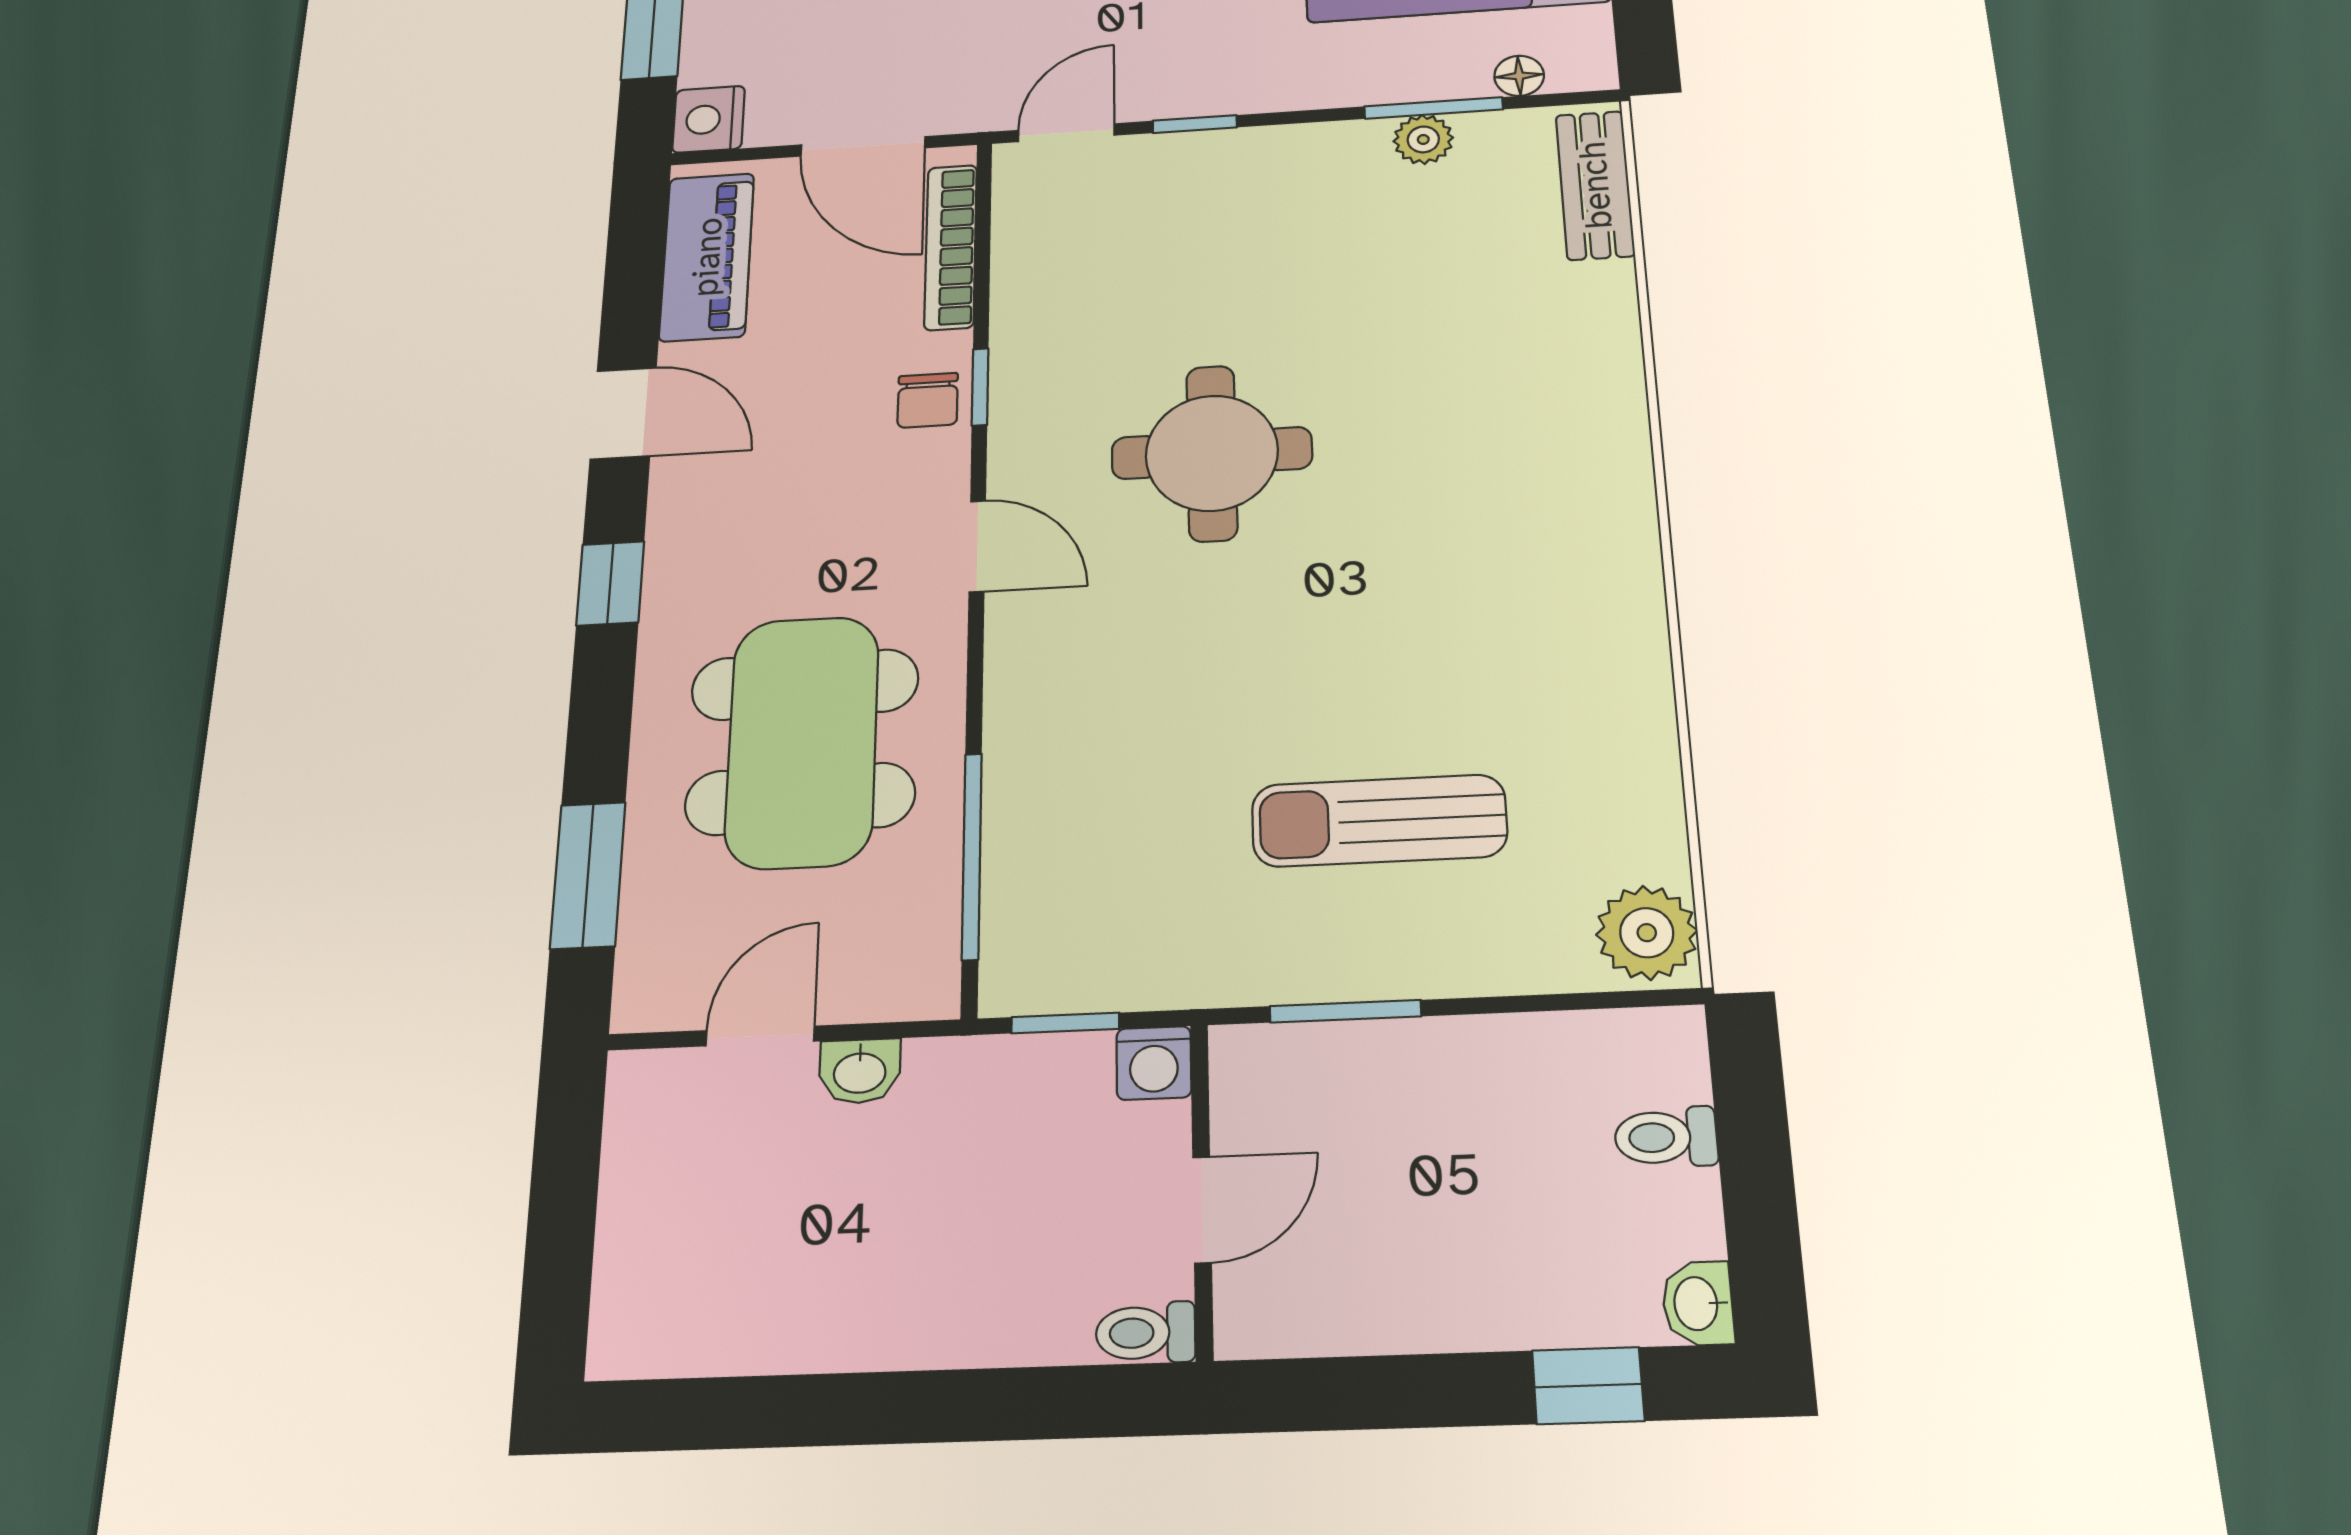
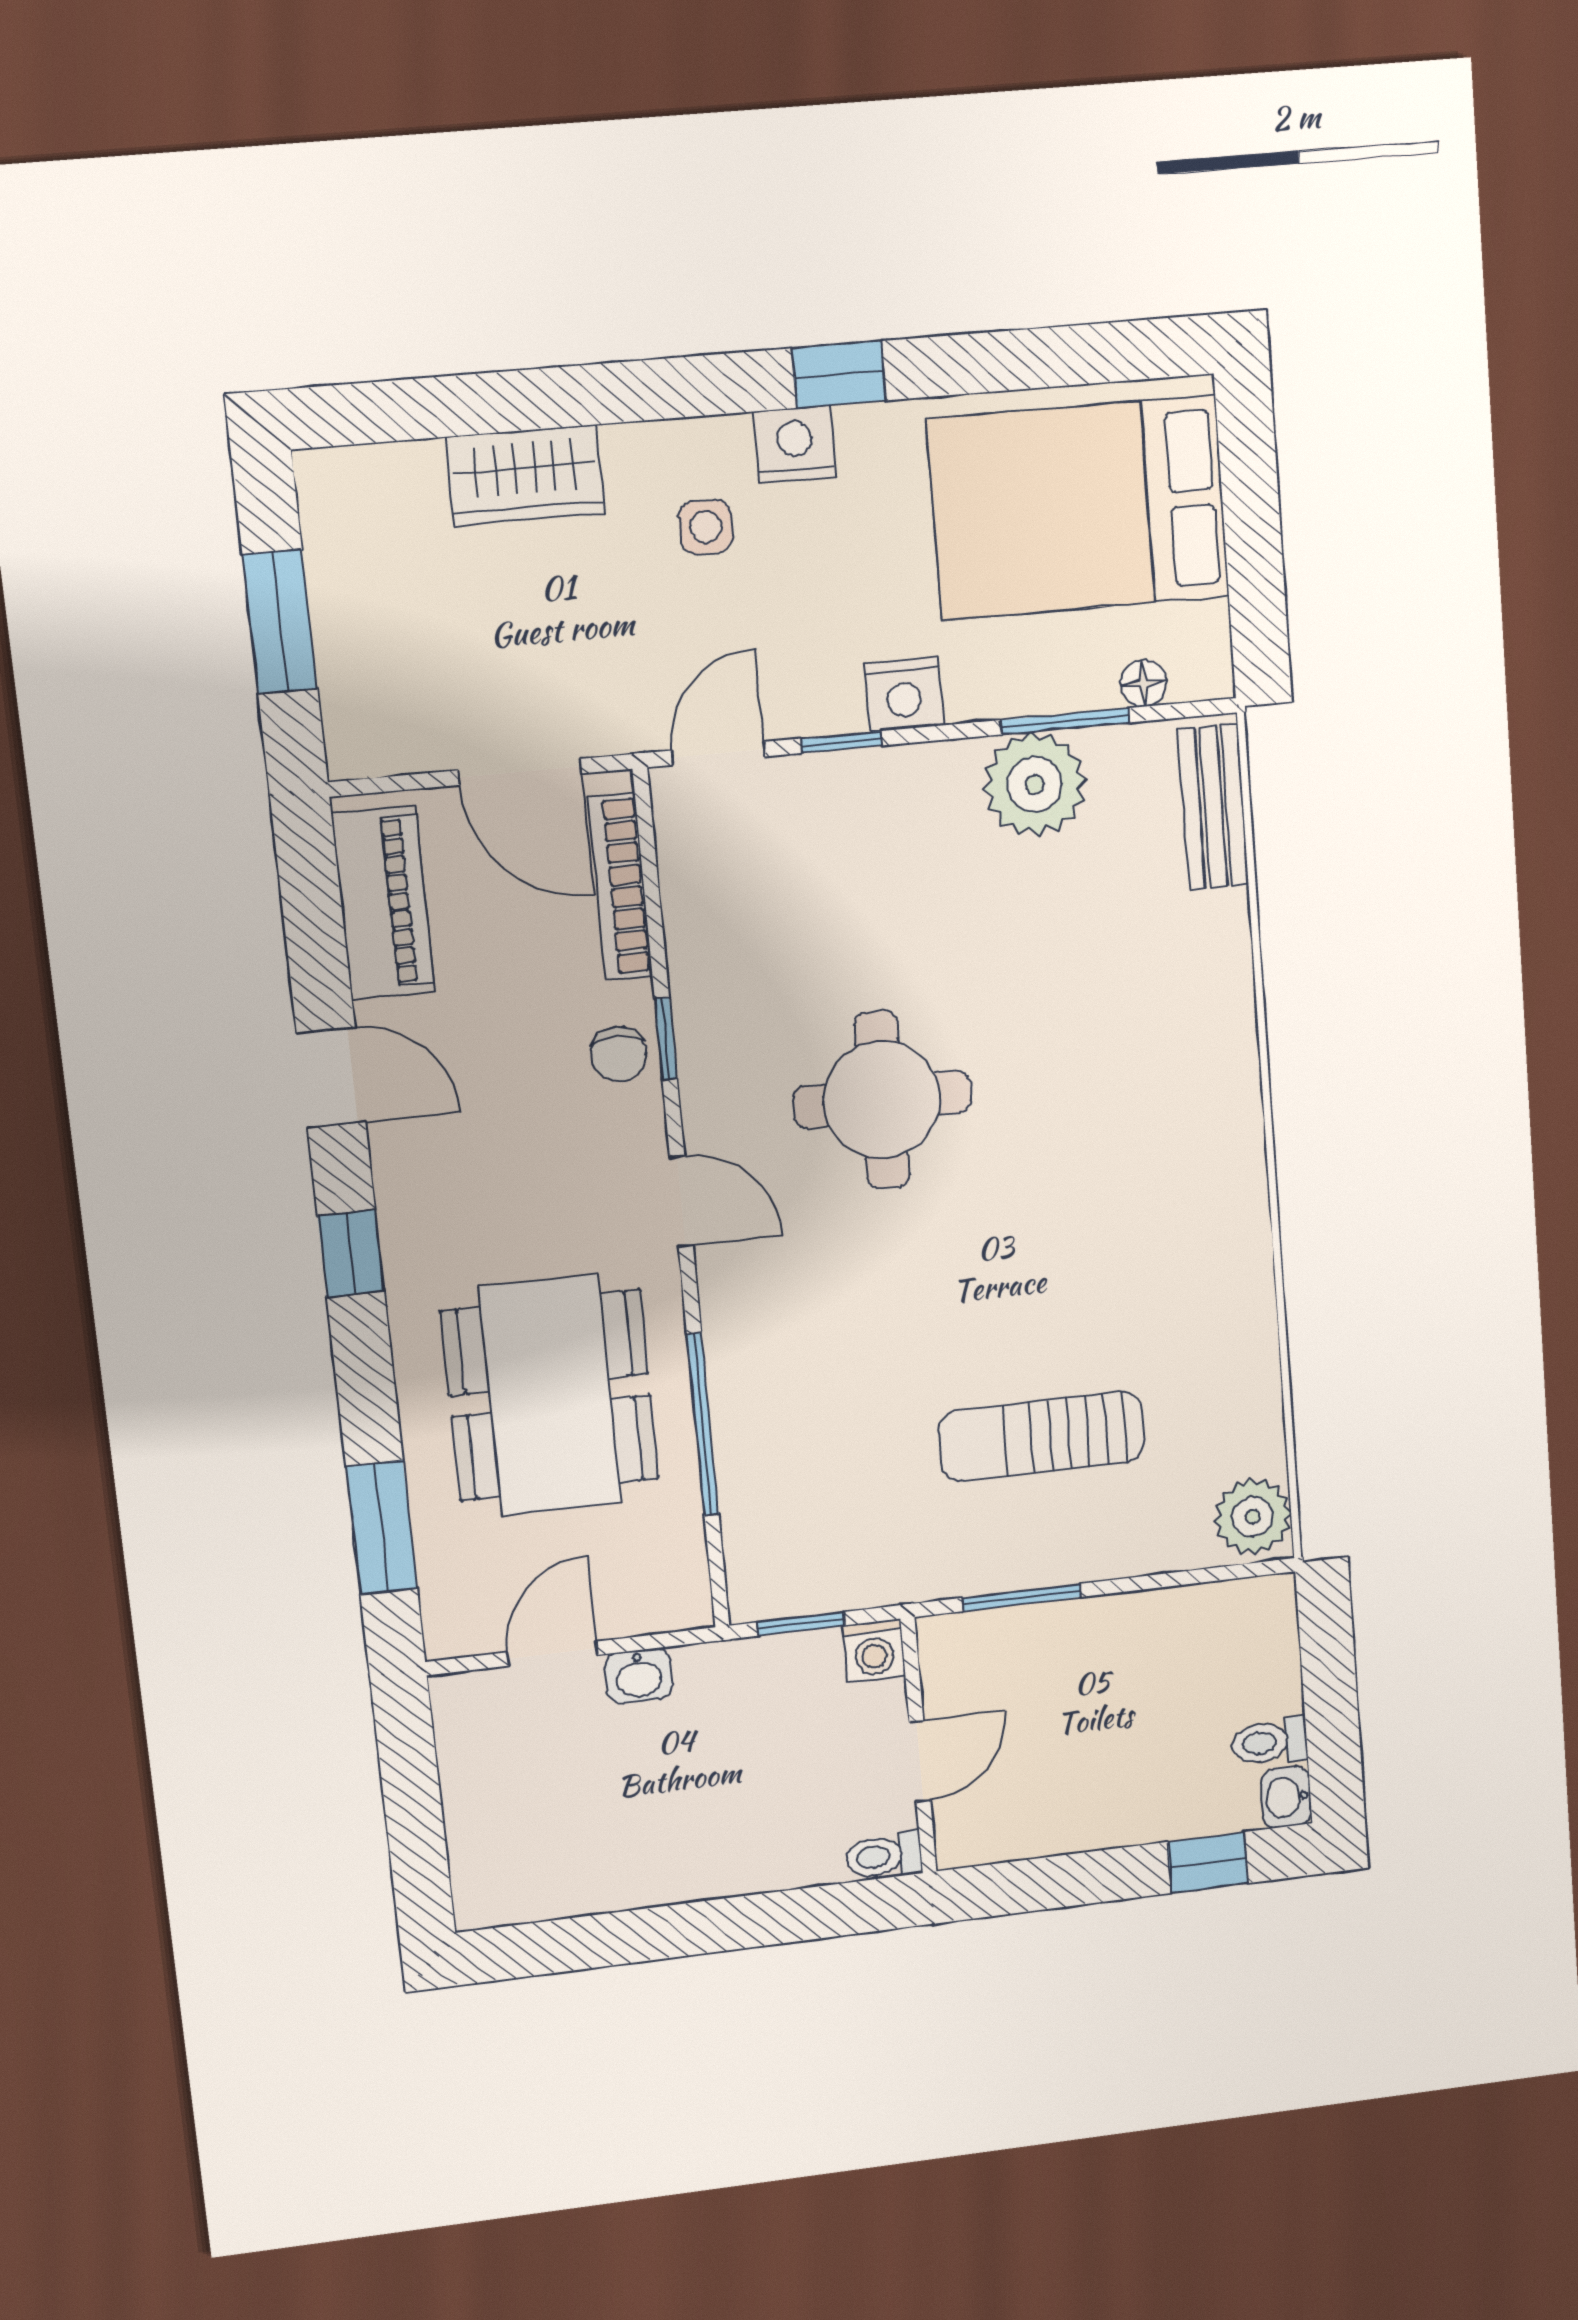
nightstand: (709, 119) -> (904, 694), moved, turned -90
plant: (1423, 139) -> (1035, 784), width x1.87, depth x1.87
window: (972, 856) -> (703, 1424), moved
toilet: (1666, 1137) -> (1270, 1742), moved

